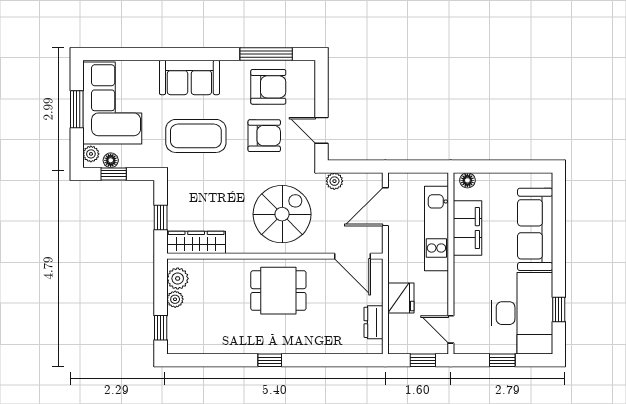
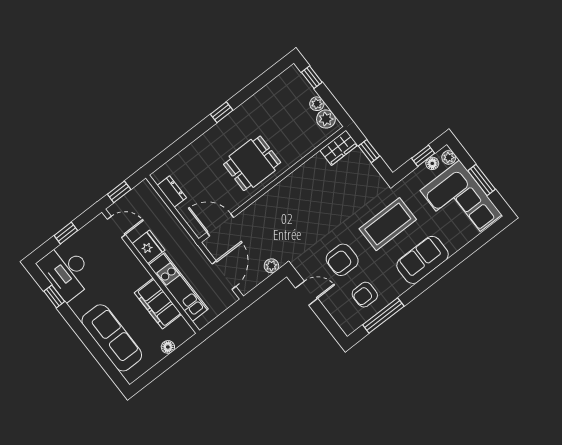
armchair: (268, 87) -> (365, 295), width x0.72, depth x0.72
floor lamp: (467, 180) -> (168, 347), moved
spiral stairs: (282, 214) -> (289, 216), removed
wardrobe: (196, 242) -> (339, 148), width x0.67
fridge: (401, 298) -> (148, 247), moved, turned 180
desk: (522, 313) -> (67, 271), width x0.73, depth x0.77

